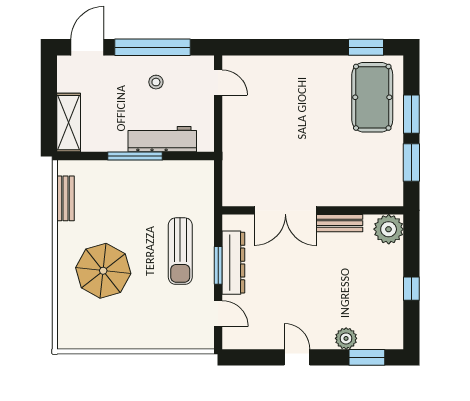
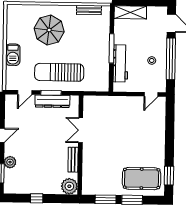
double door: (285, 210) -> (81, 130), width x0.73
sun lounger: (180, 251) -> (59, 72), width x1.36, depth x1.34
barbecue: (149, 336) -> (13, 55), added

